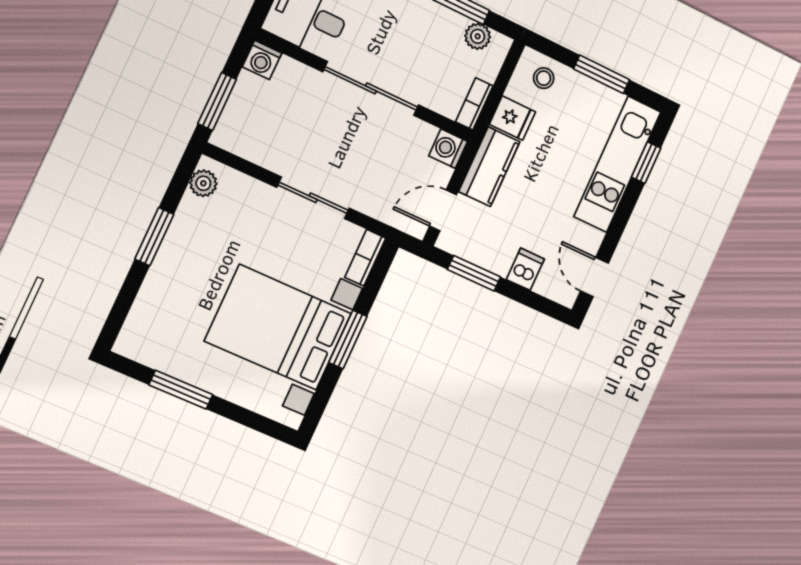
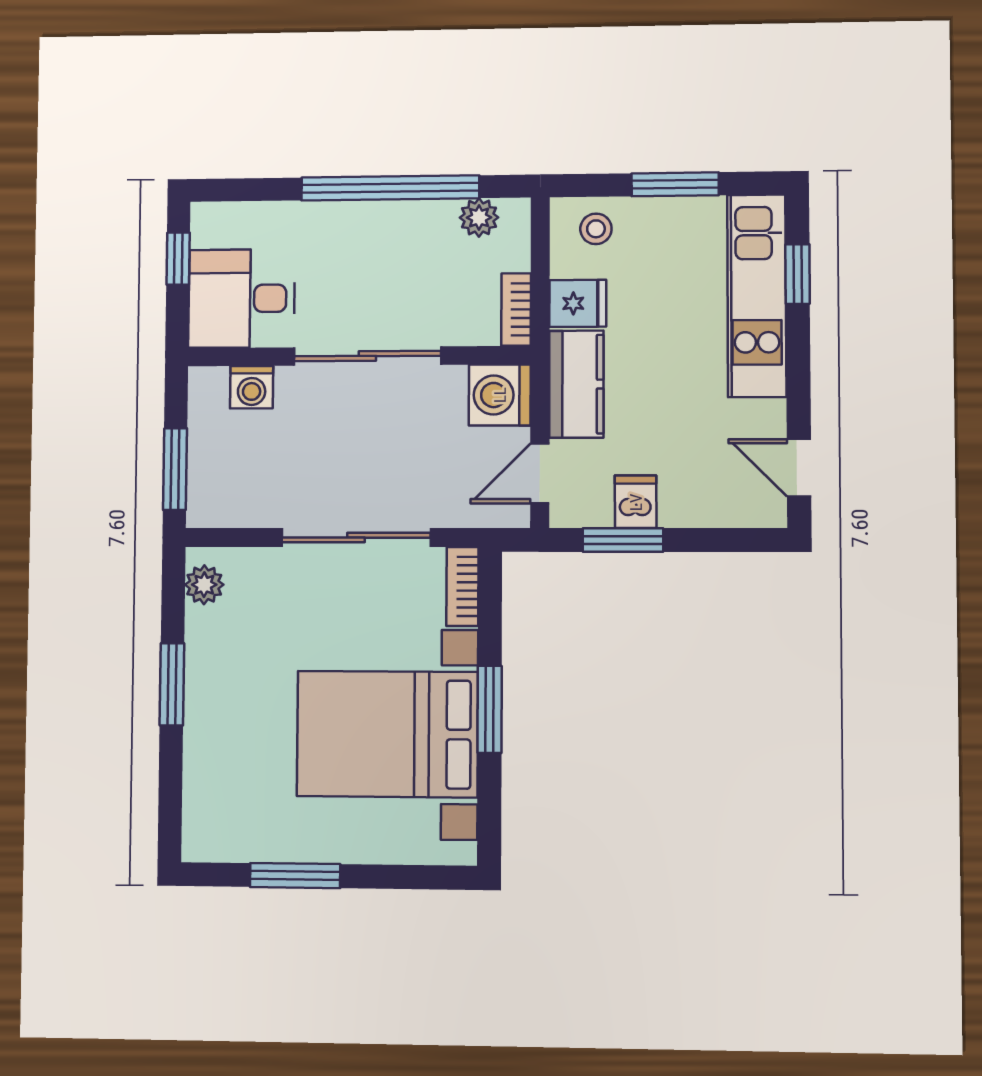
washing machine: (262, 60) -> (252, 387), moved
washing machine: (448, 149) -> (500, 395), width x1.38, depth x1.38
sliding door: (313, 198) -> (356, 538), width x1.37
dishwasher: (525, 269) -> (636, 502), moved

